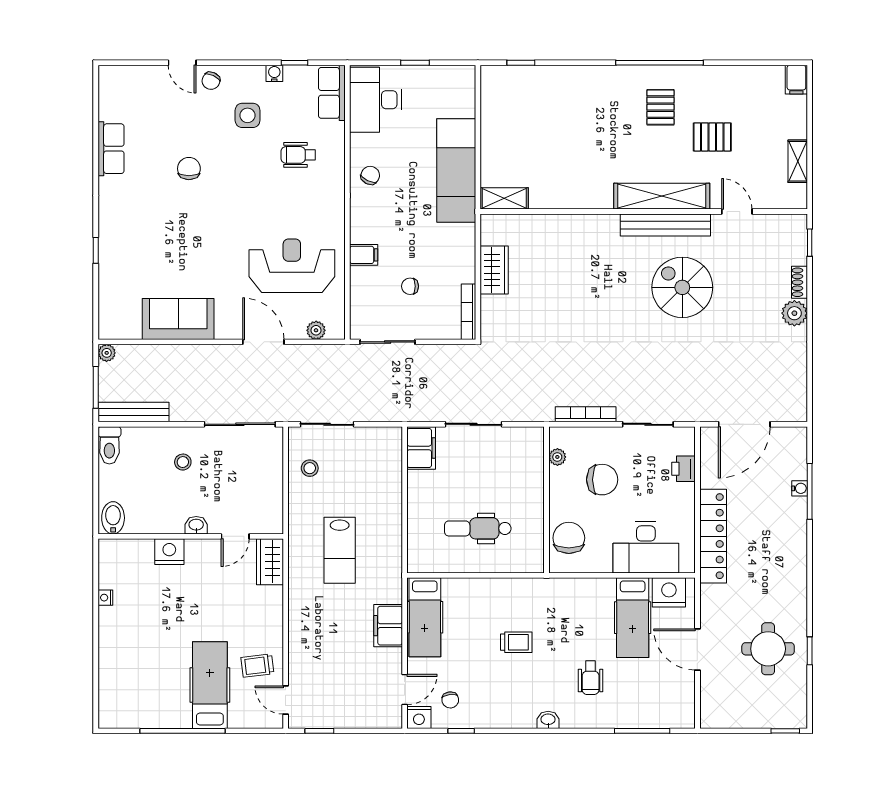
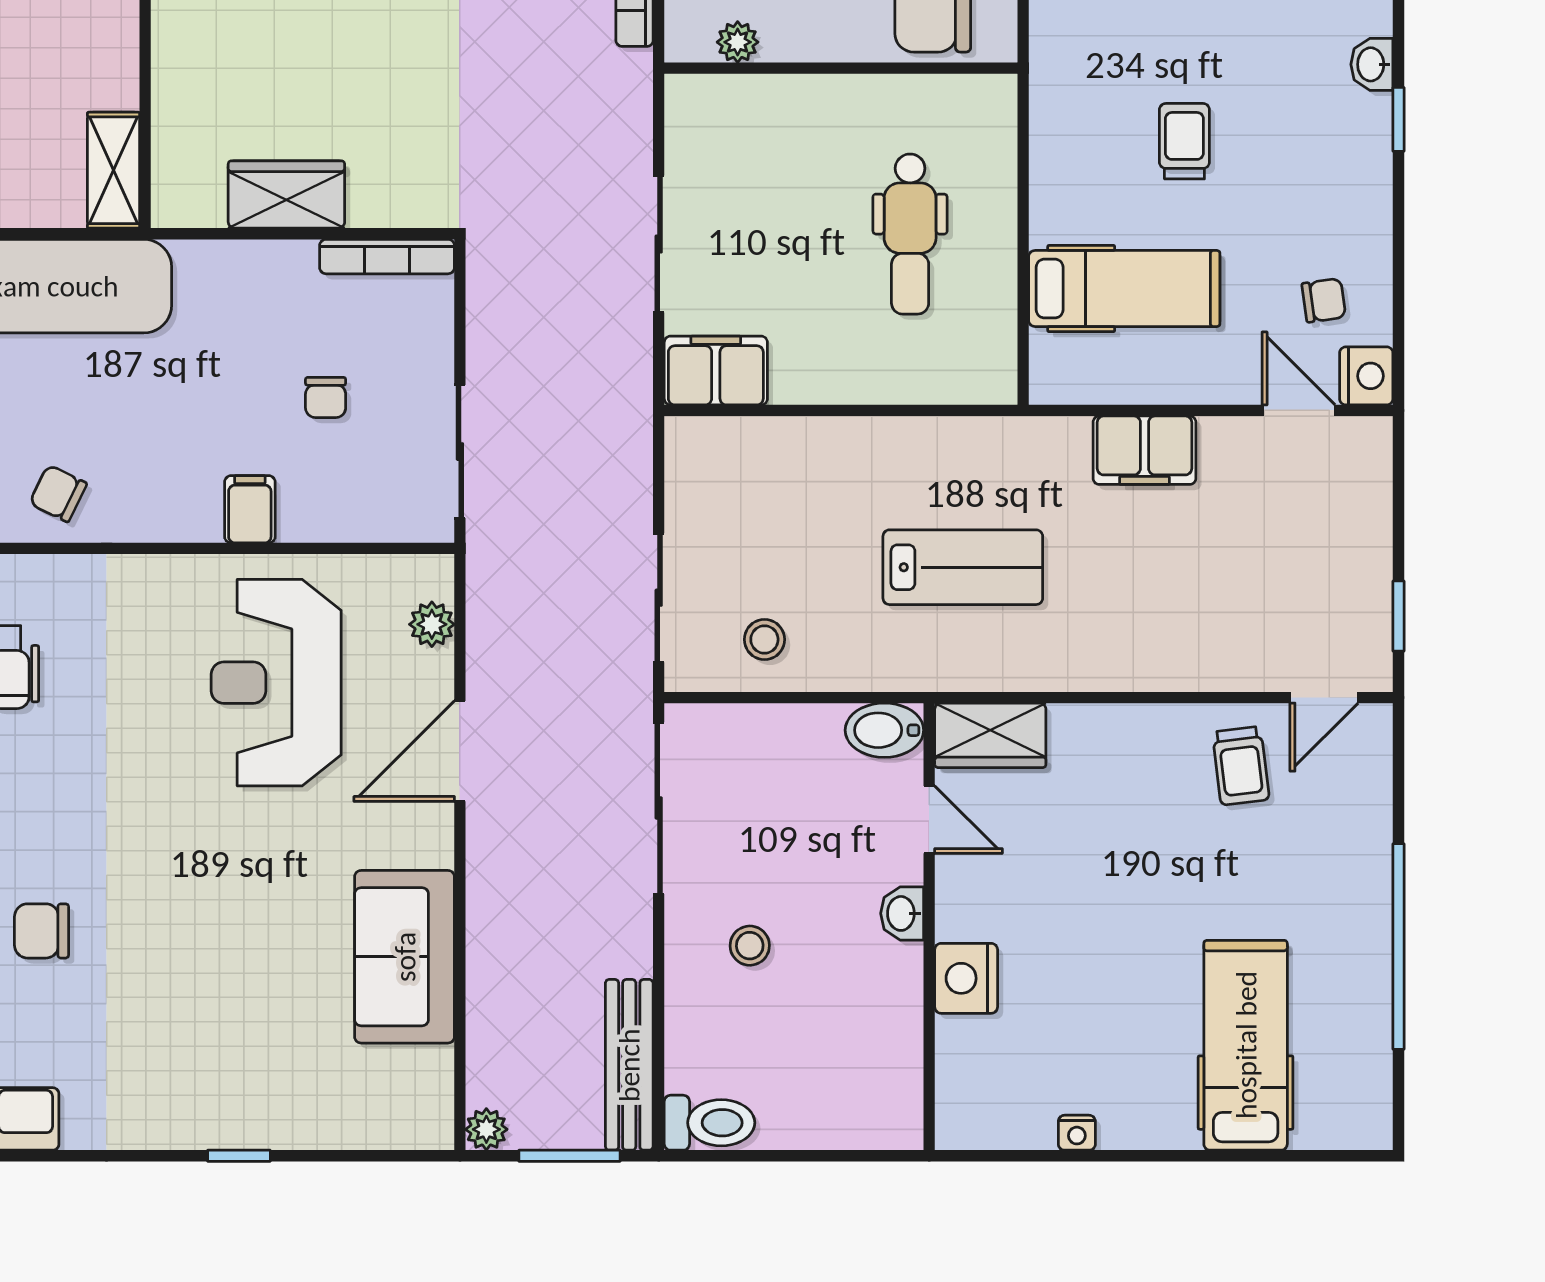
bidet: (113, 518) -> (884, 730), moved
hospital bed: (425, 617) -> (1124, 289), moved
hospital bed: (210, 685) -> (1246, 1045), moved, turned 90
window: (461, 731) -> (1398, 119), moved

